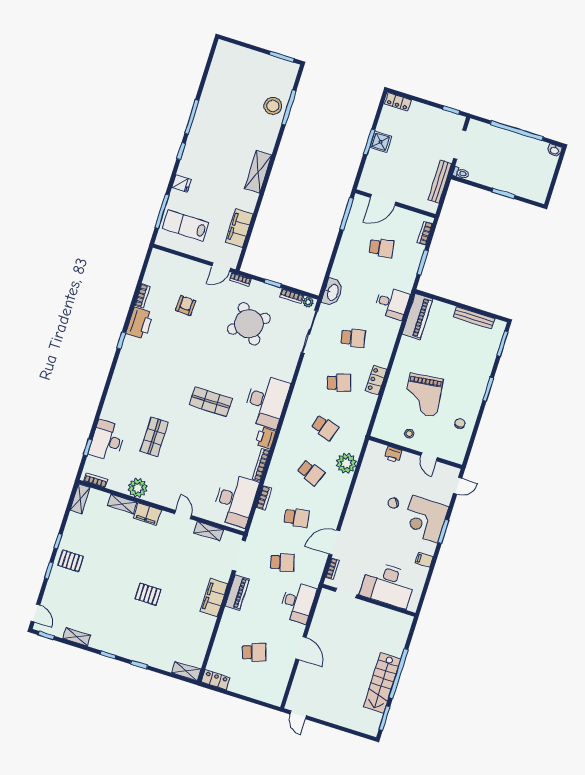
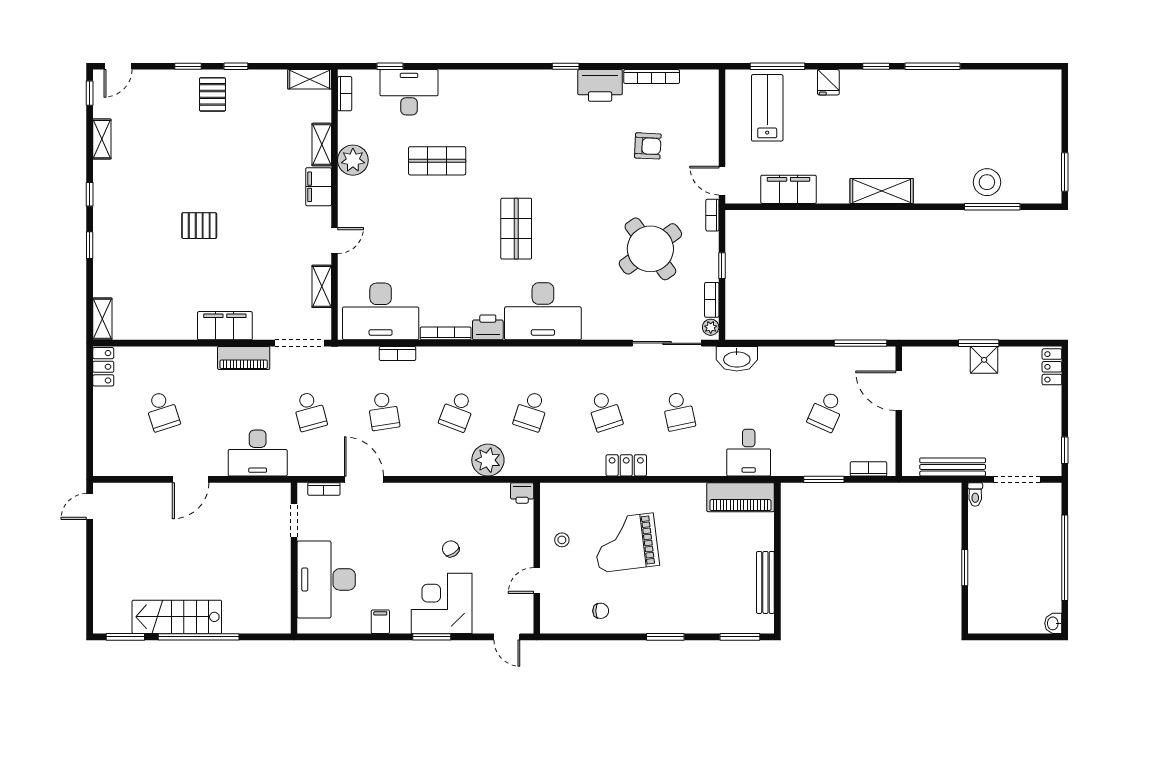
school desk: (382, 248) -> (826, 411), turned 33
bookcase: (142, 296) -> (652, 77), width x1.56
printer: (393, 454) -> (522, 493), moved, turned -90
pallet: (148, 594) -> (199, 226), turned 90

